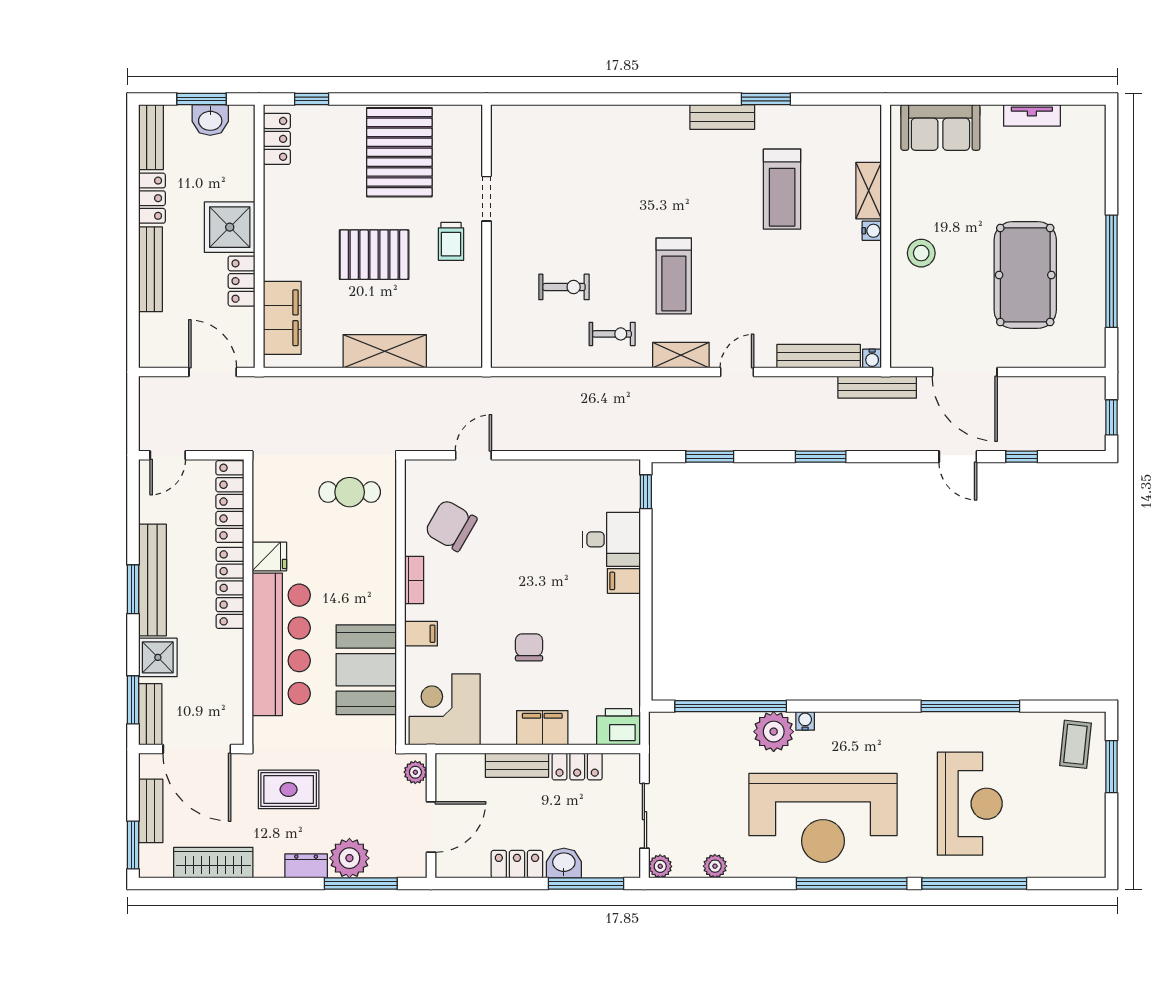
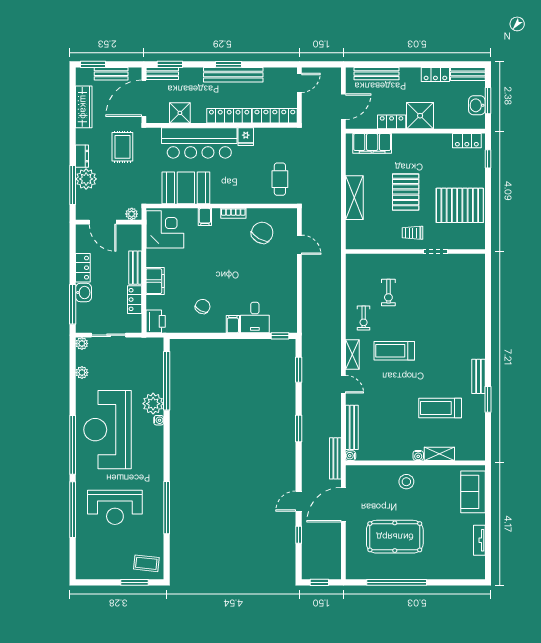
bench: (150, 269) -> (376, 74), moved
door: (168, 455) -> (299, 83), swing flipped
chair: (529, 647) -> (203, 307), moved, turned -62
shower: (158, 657) -> (180, 113), moved

